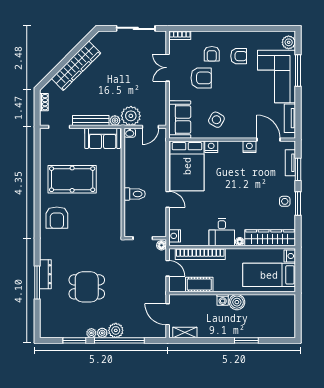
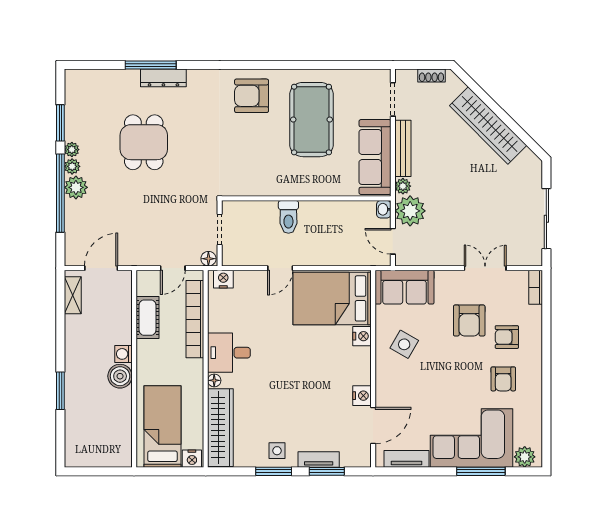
sofa: (103, 138) -> (375, 157), width x1.36
tv unit: (290, 163) -> (319, 459), moved

